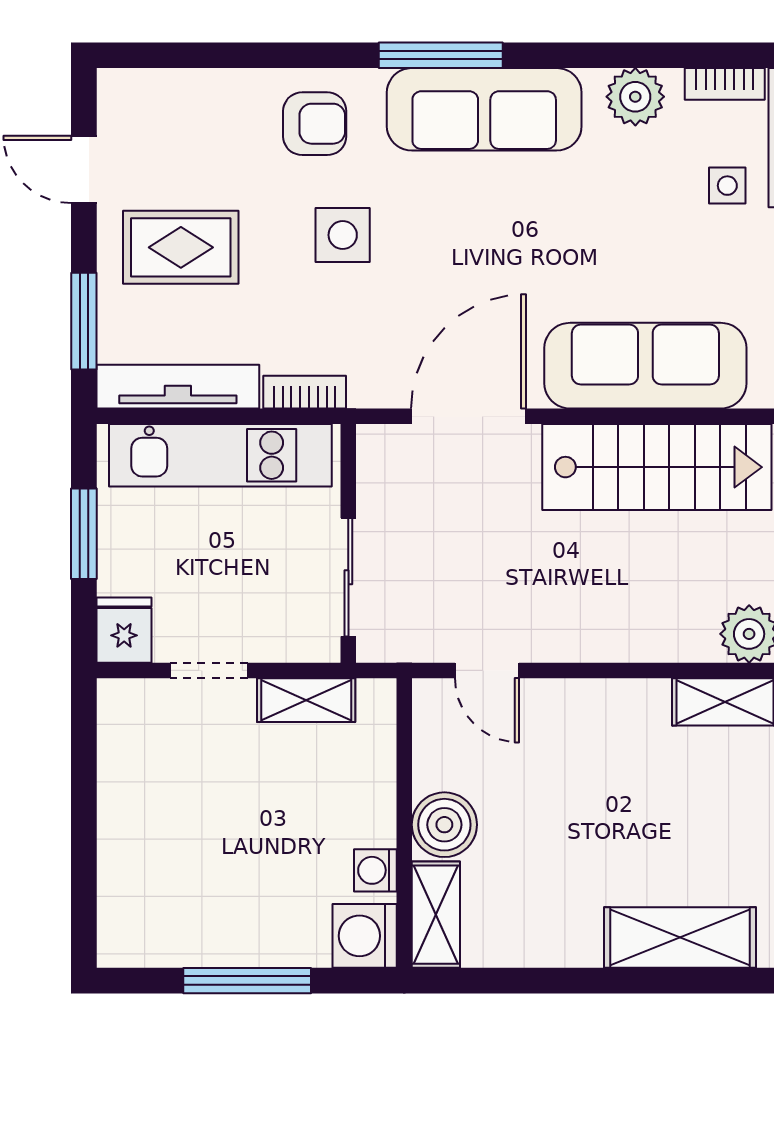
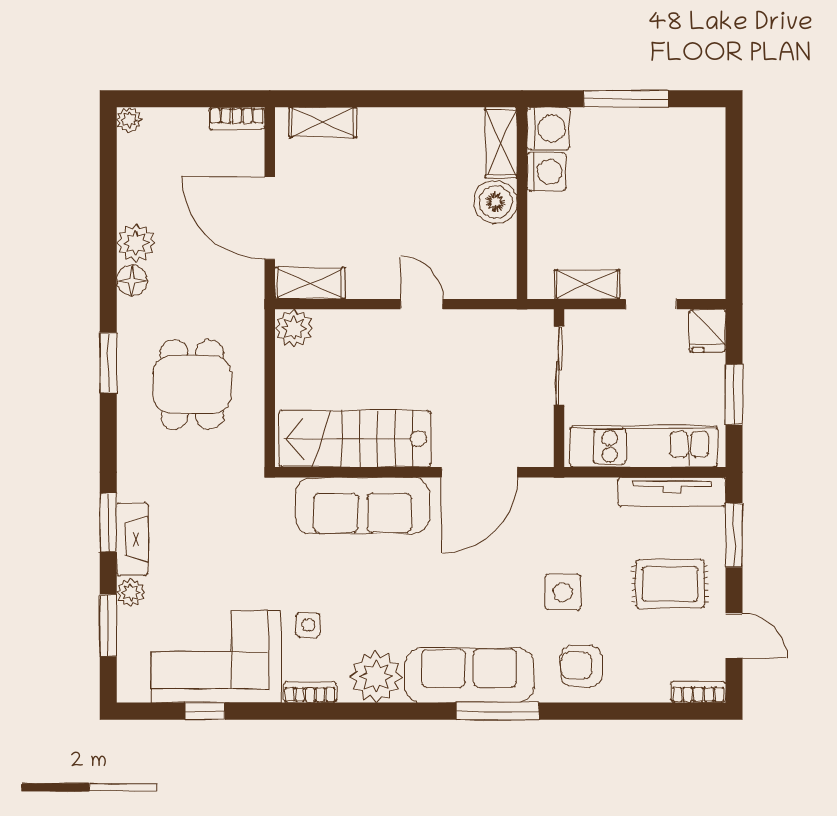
plant: (635, 97) -> (376, 677), width x1.36, depth x1.36
bookcase: (305, 392) -> (698, 692), moved, turned 180
door: (487, 670) -> (422, 304), moved
washing machine: (375, 870) -> (546, 172), width x1.38, depth x1.38
shelving: (680, 937) -> (323, 122), width x0.67, depth x0.75

